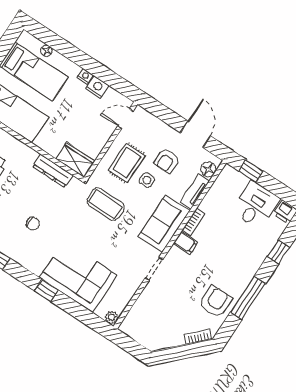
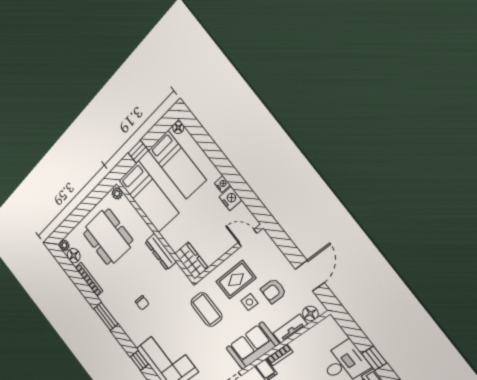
floor lamp: (46, 51) -> (178, 128), moved
dresser: (53, 171) -> (161, 252), moved
window: (251, 171) -> (374, 358), moved

